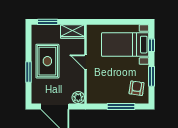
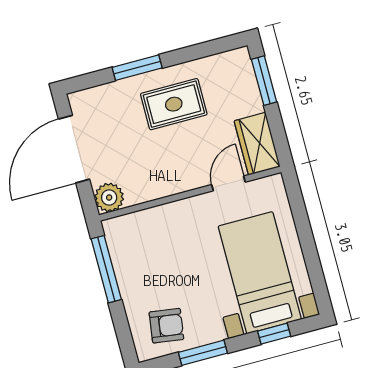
rug: (47, 61) -> (174, 104), width x0.73, depth x0.70
door: (86, 62) -> (228, 183), moved
window: (121, 106) -> (106, 269), moved

